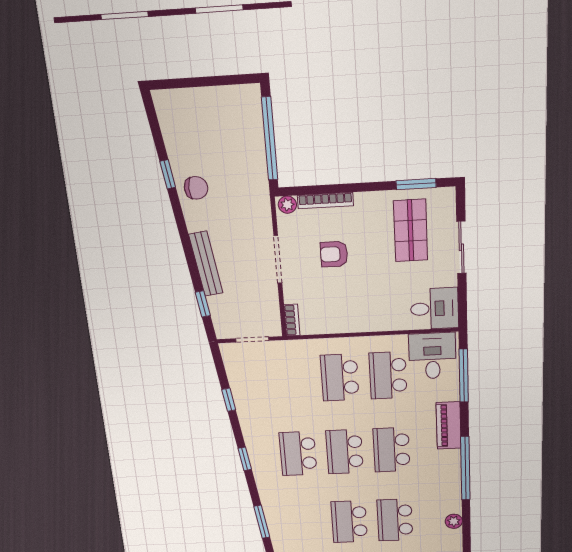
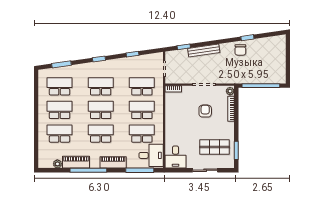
school desk: (292, 380) -> (142, 86), added
piano: (450, 490) -> (76, 162), added
school desk: (304, 523) -> (60, 86), added

